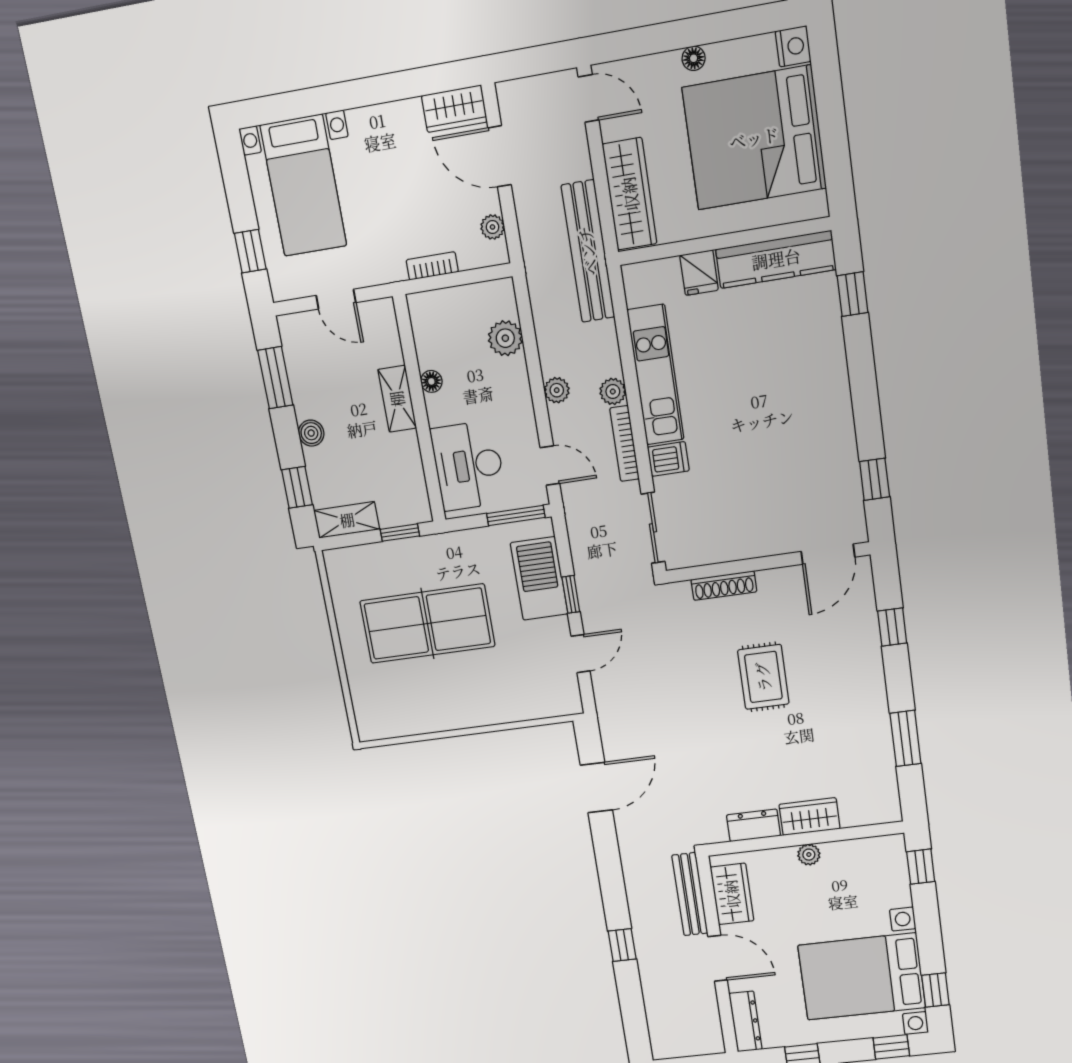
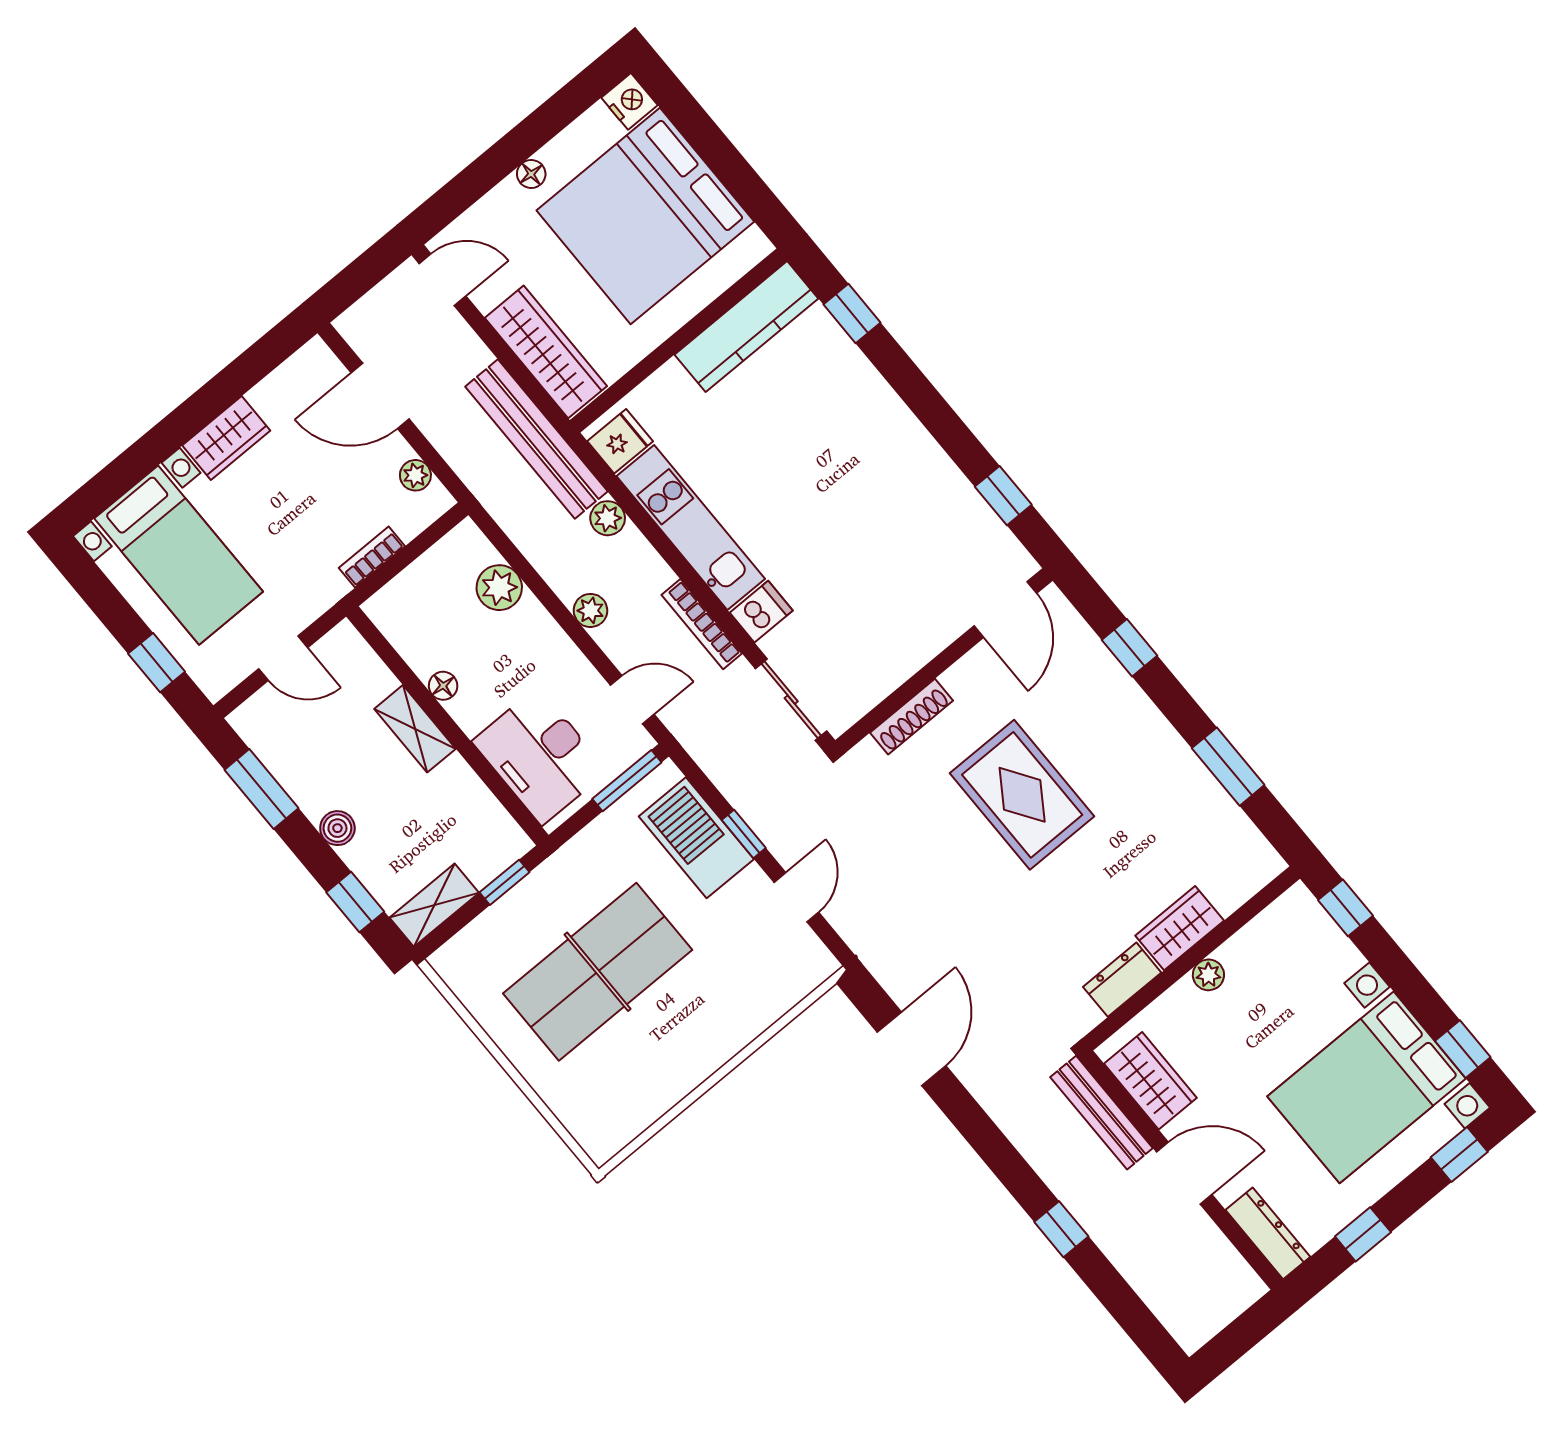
wardrobe: (454, 109) -> (226, 438), moved
fridge: (699, 273) -> (620, 441), moved, turned -90
plant: (613, 391) -> (608, 518), moved
rug: (763, 677) -> (1022, 795), width x1.36, depth x1.43

